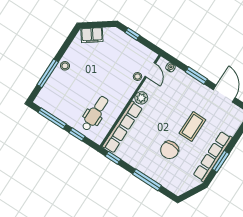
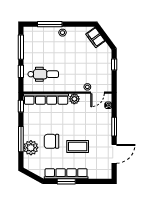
plant: (162, 175) -> (31, 148), added

